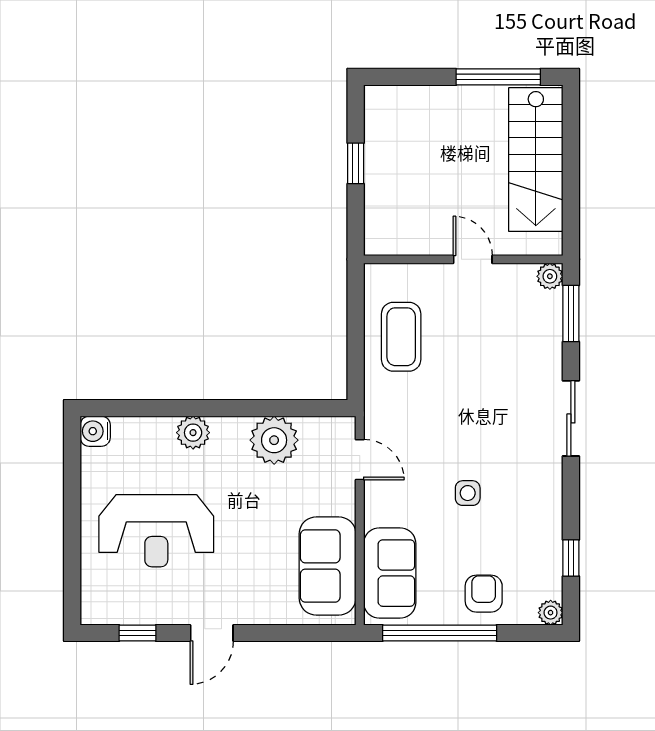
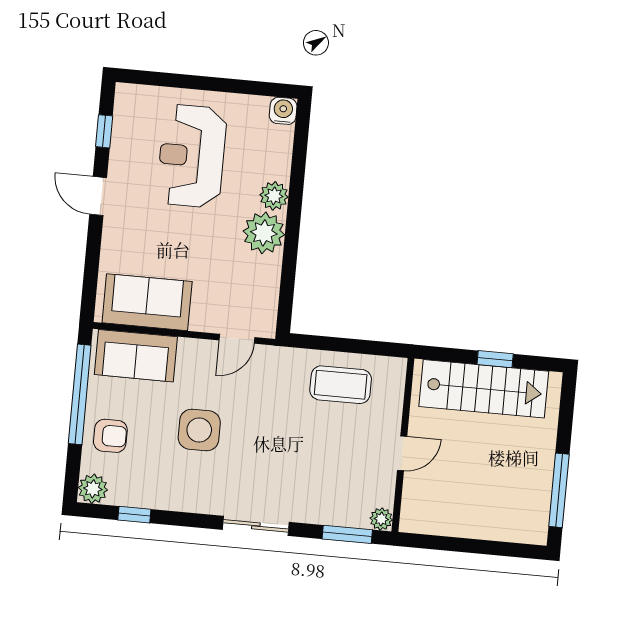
stairs: (536, 160) -> (484, 389), moved, turned 180
plant: (274, 440) -> (264, 233), moved
side table: (468, 493) -> (199, 430), width x1.87, depth x1.87
plant: (551, 613) -> (93, 489), width x1.38, depth x1.38

